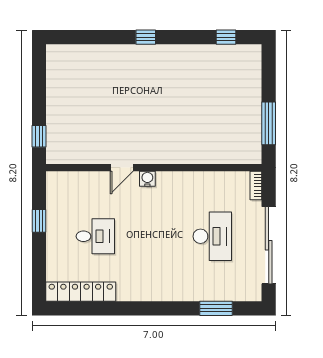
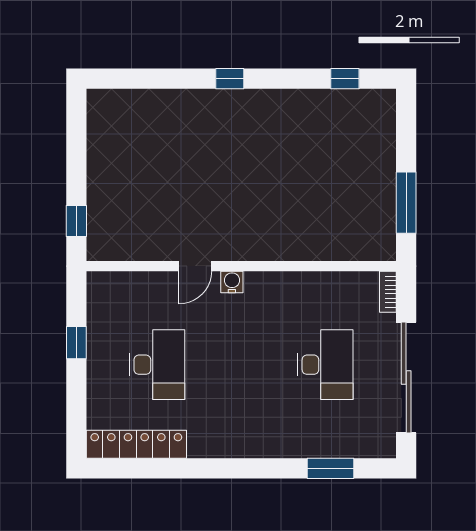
desk: (95, 236) -> (157, 365), width x1.37

